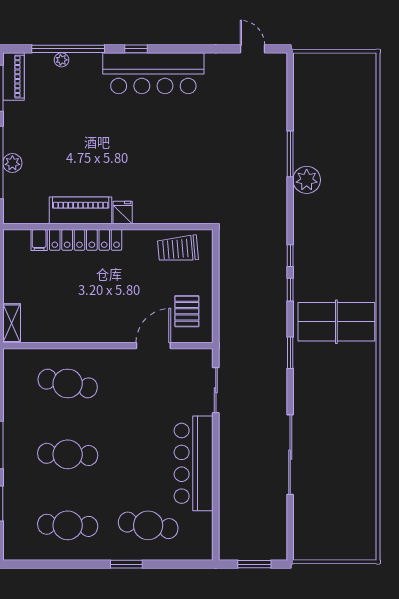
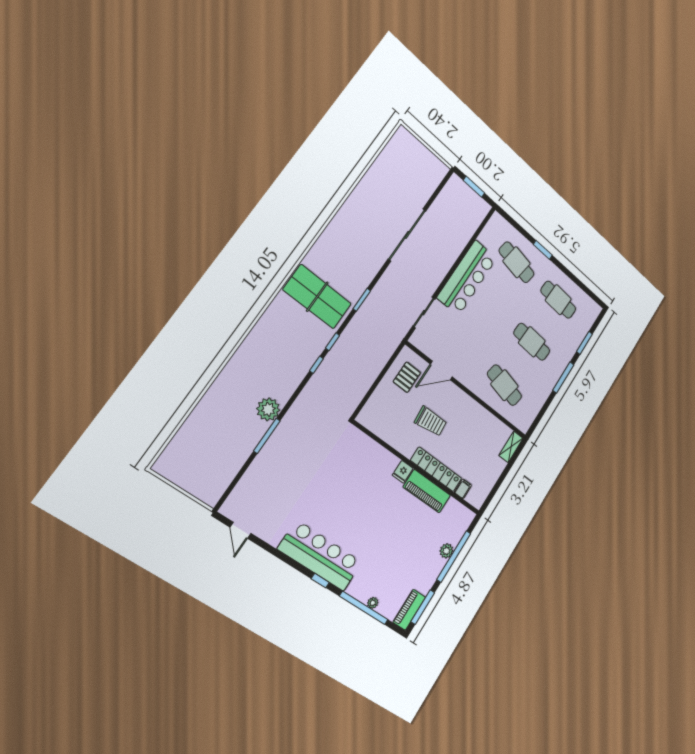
trolley: (178, 249) -> (431, 421), moved

